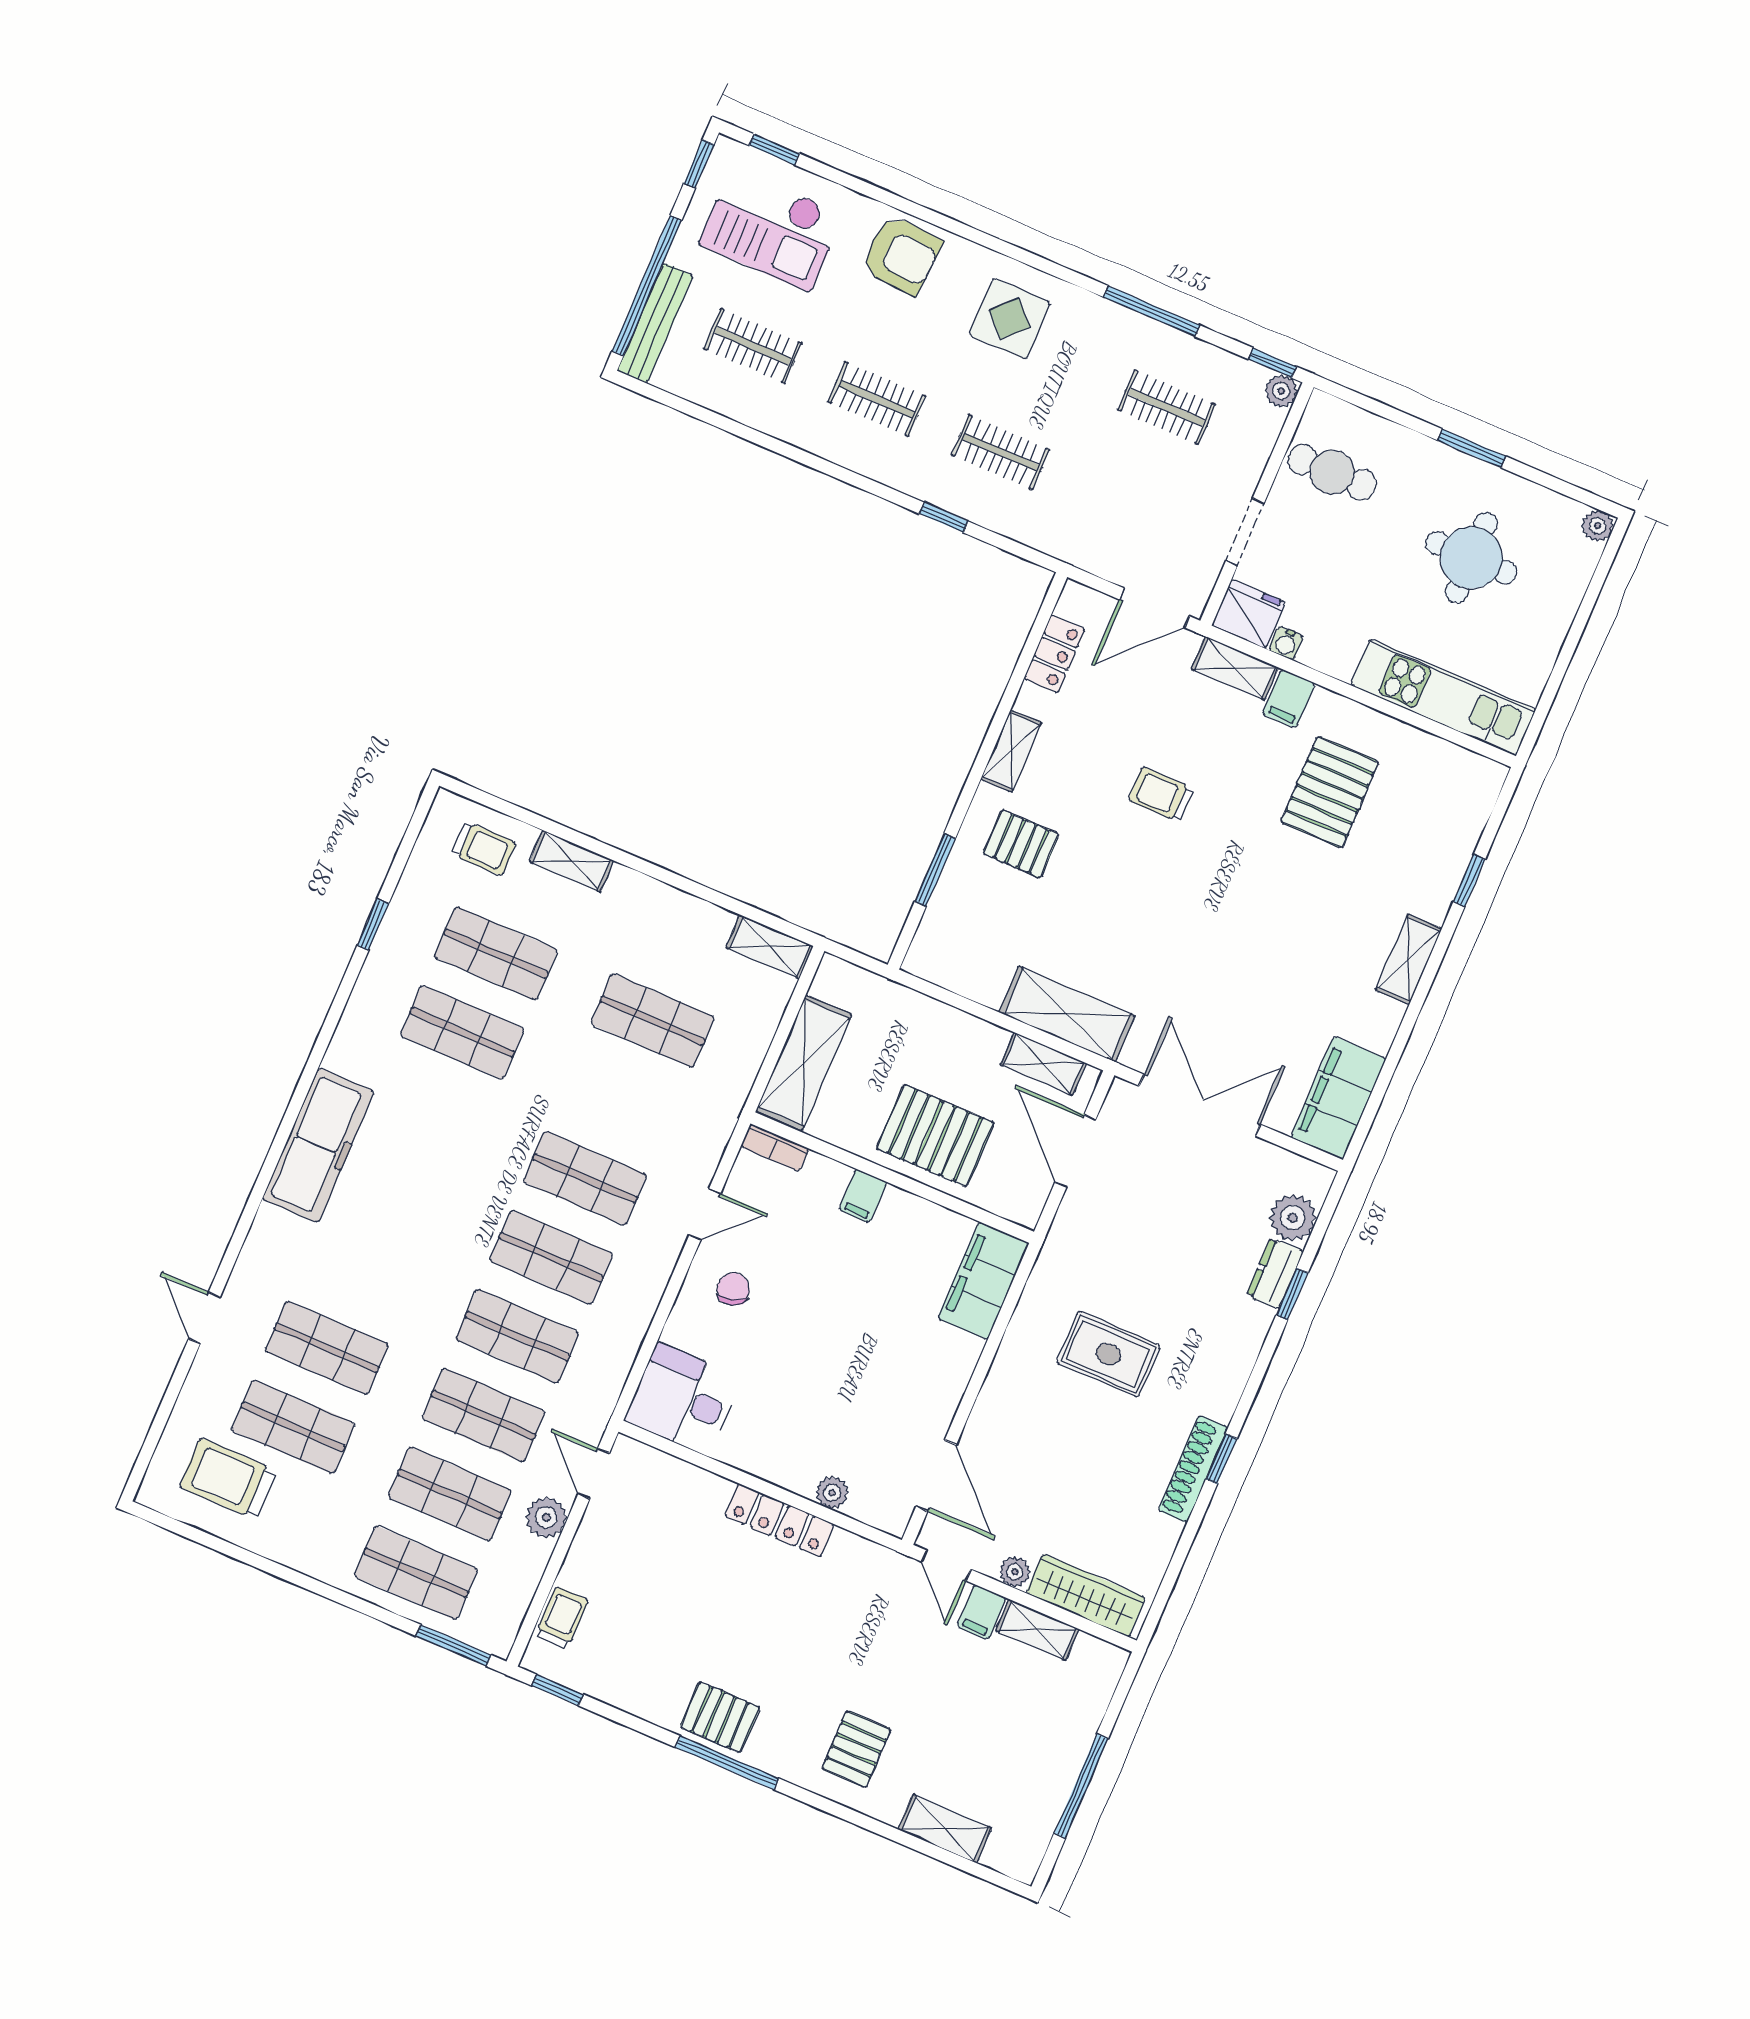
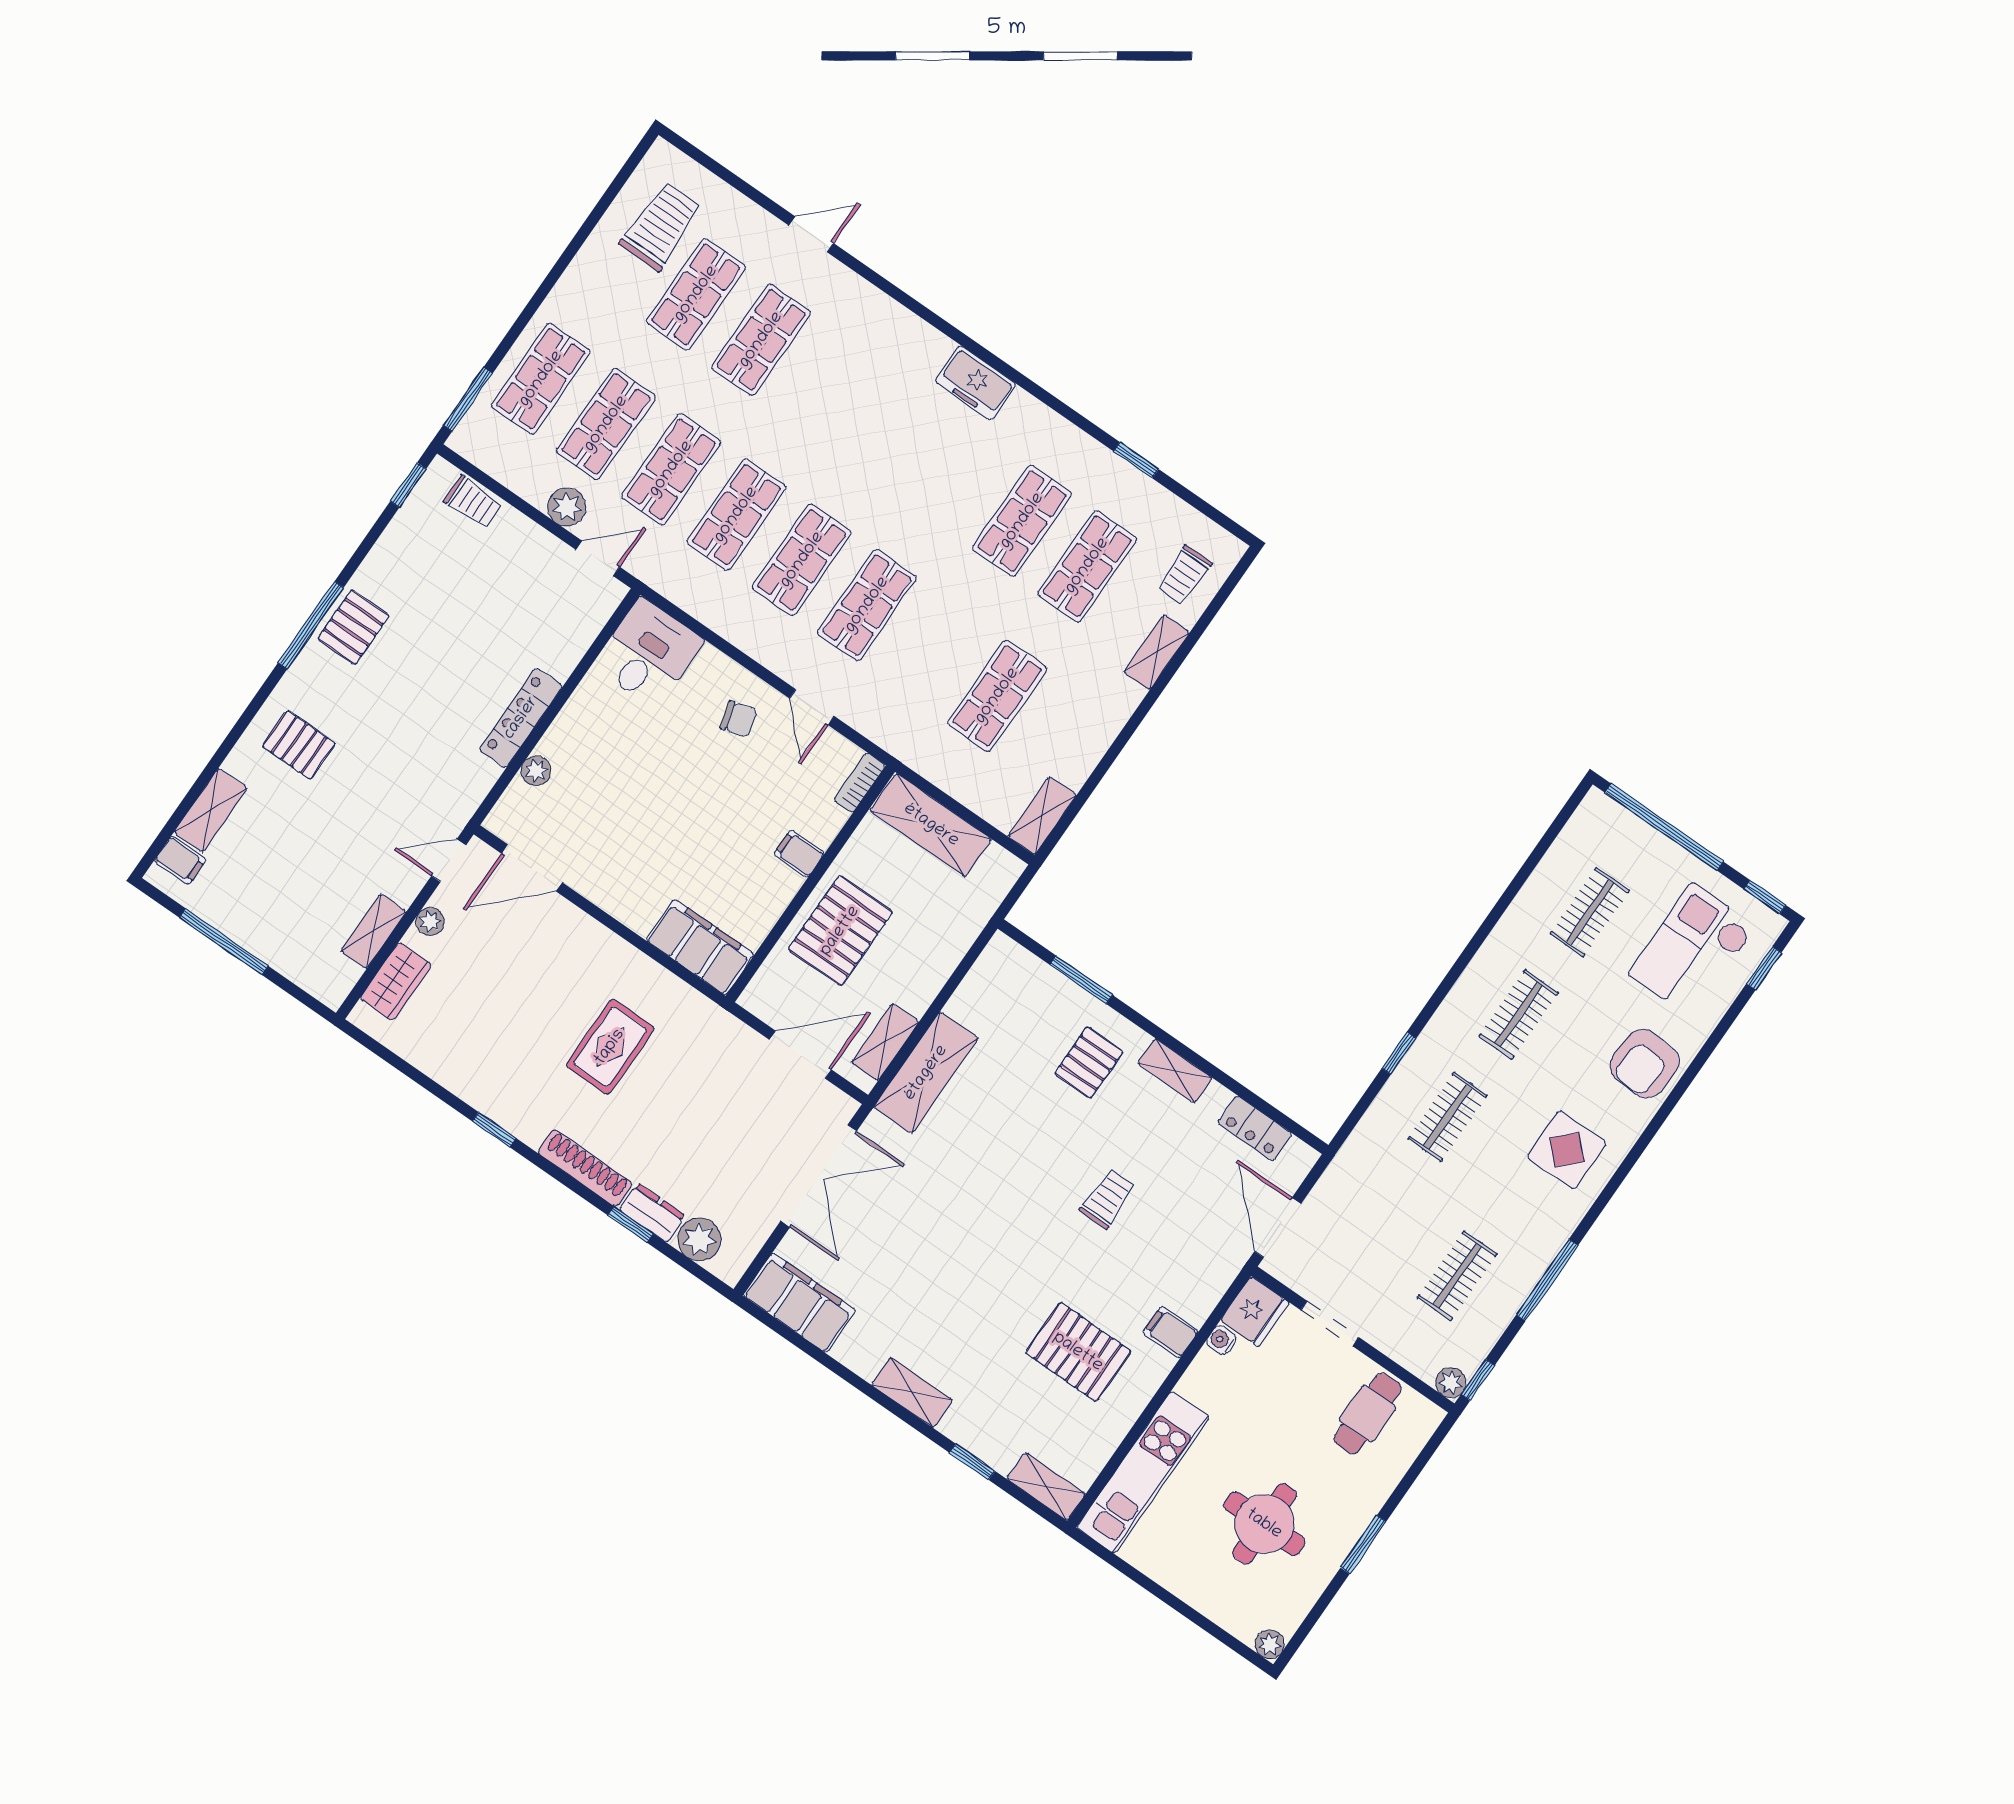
bench: (655, 323) -> (1629, 828), removed
shelving: (1235, 668) -> (1046, 1486), moved, turned 90
freezer: (318, 1145) -> (976, 383), width x0.52, depth x0.79
shoe rack: (1193, 1469) -> (585, 1168), moved
wardrobe: (1086, 1595) -> (396, 981), width x0.67
filing cabinet: (981, 1612) -> (180, 860), moved, turned 180

